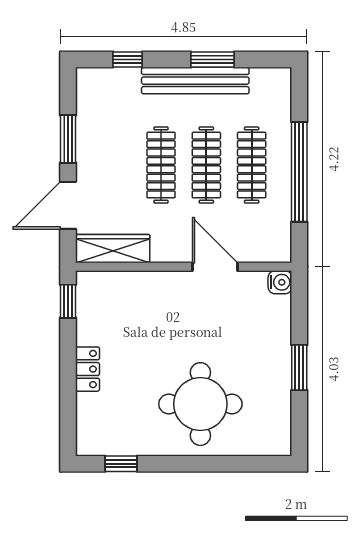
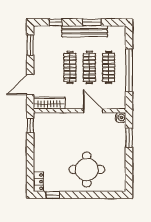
window: (68, 139) -> (30, 45), moved
window: (299, 367) -> (129, 138), moved
locker: (88, 369) -> (39, 182), moved

